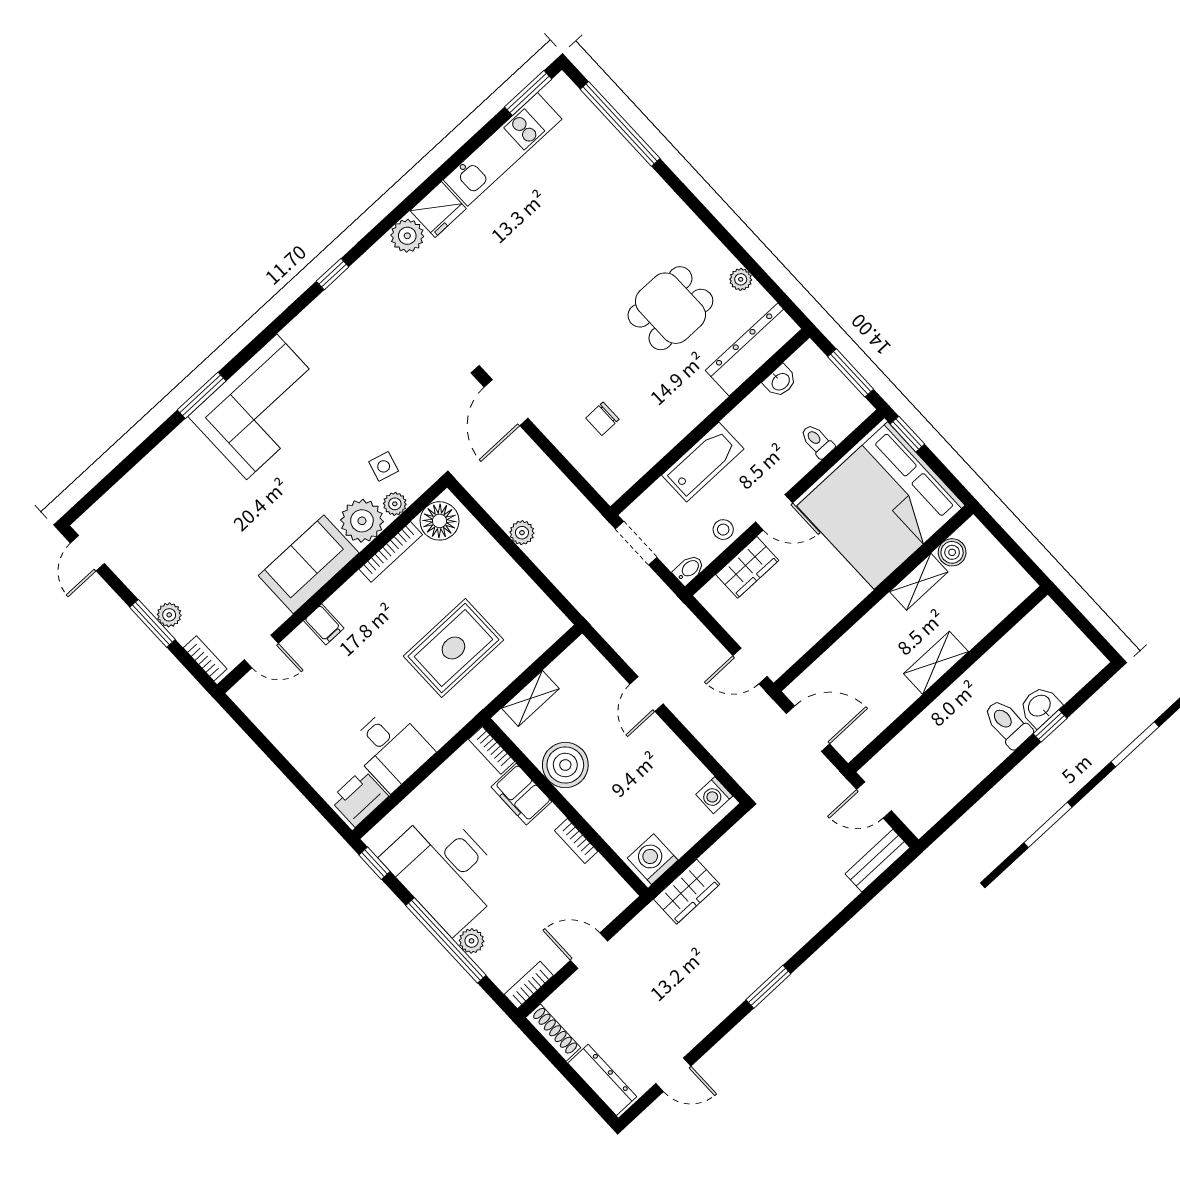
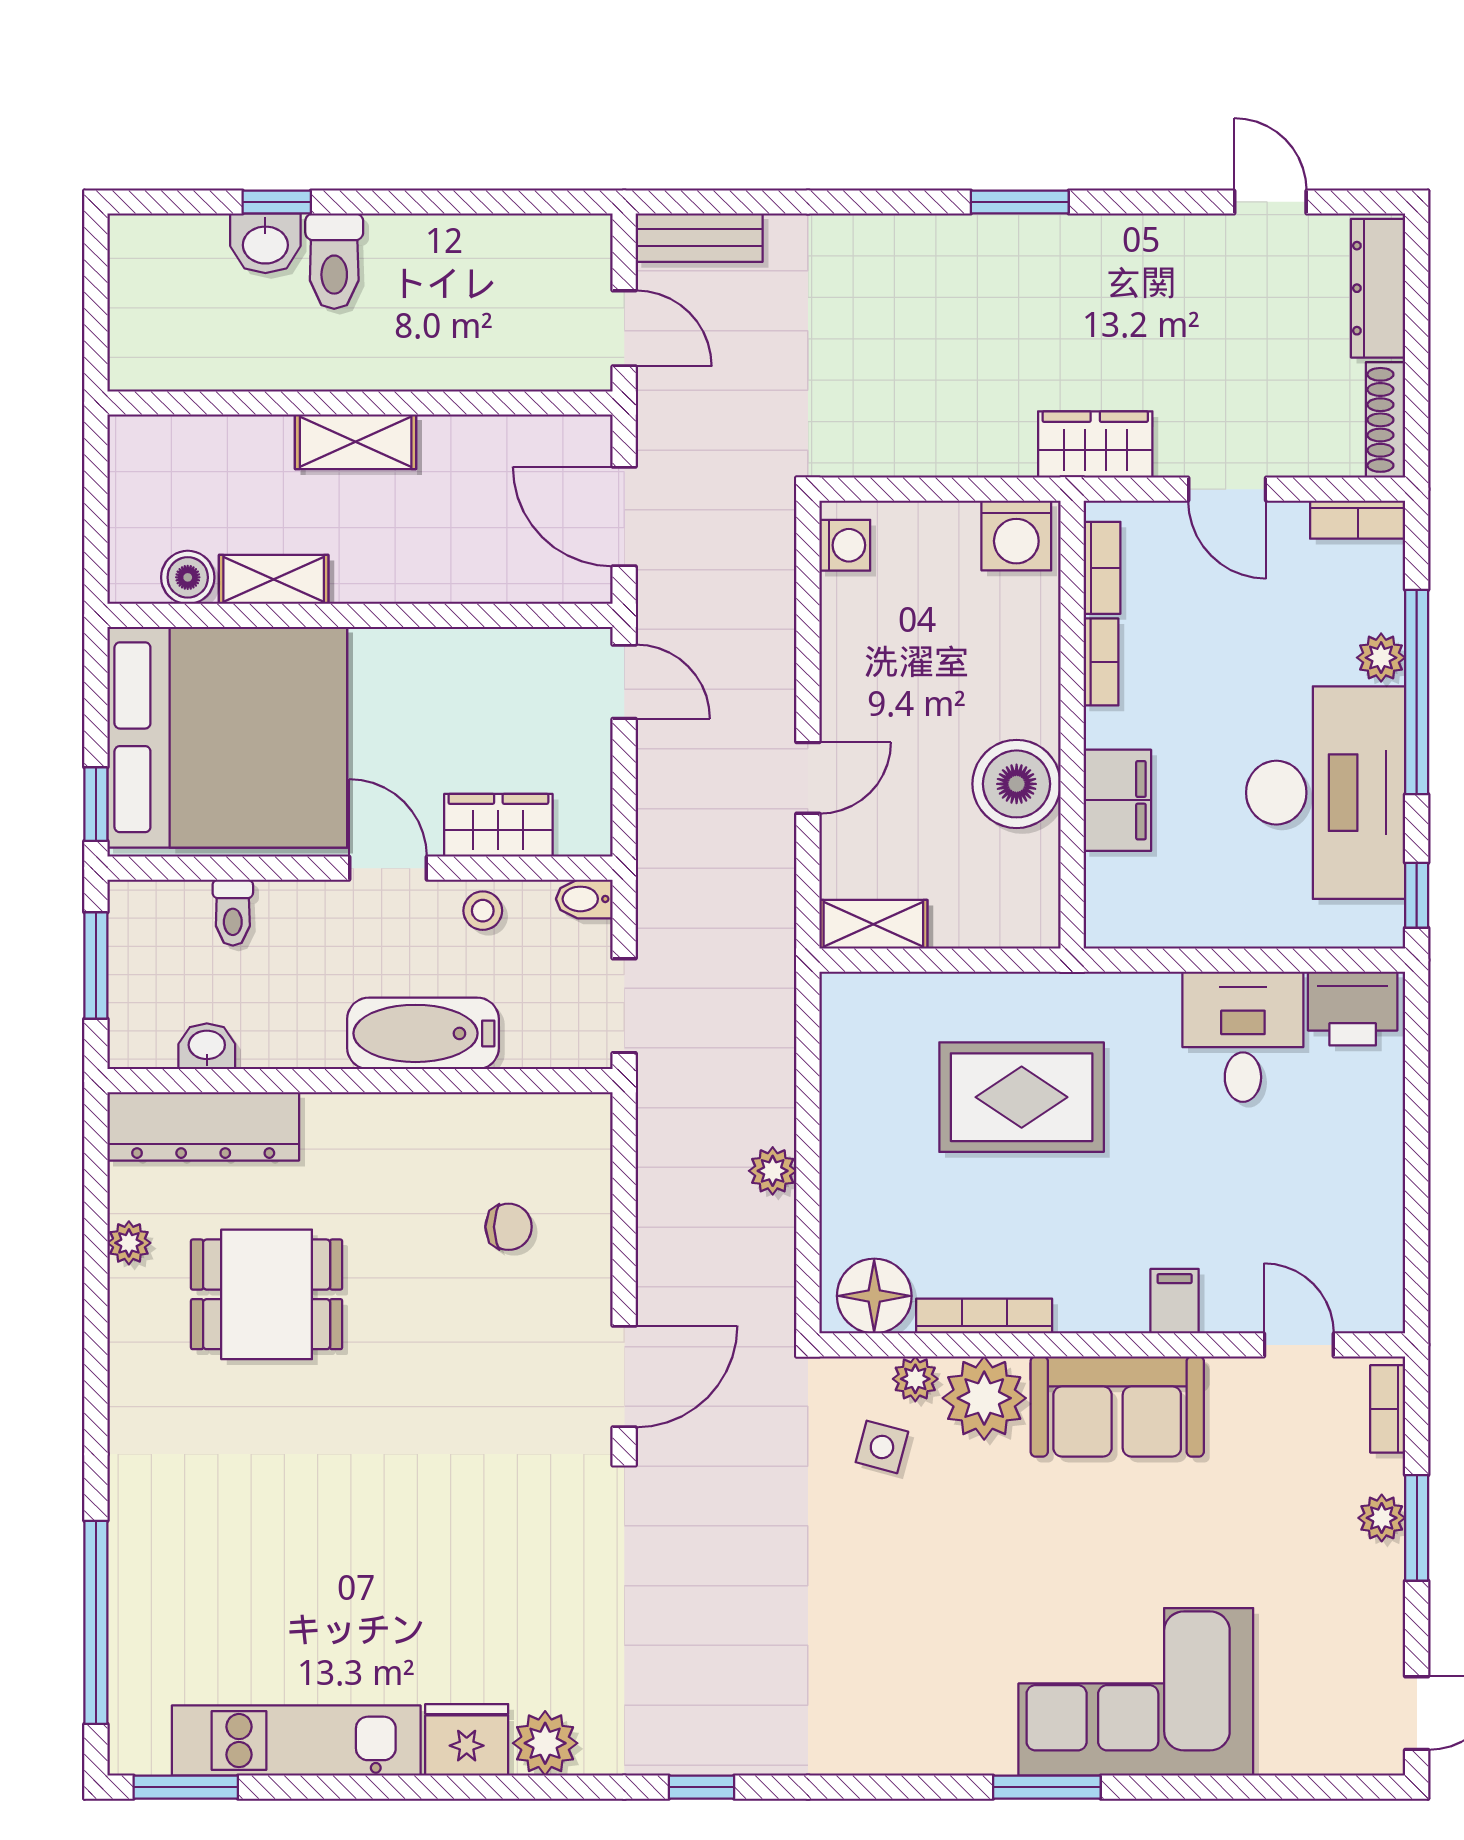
corner sofa: (262, 407) -> (1136, 1692), moved
shelving: (530, 698) -> (873, 924), moved
bookcase: (492, 750) -> (1102, 568), moved
wardrobe: (687, 892) -> (1095, 444), moved

